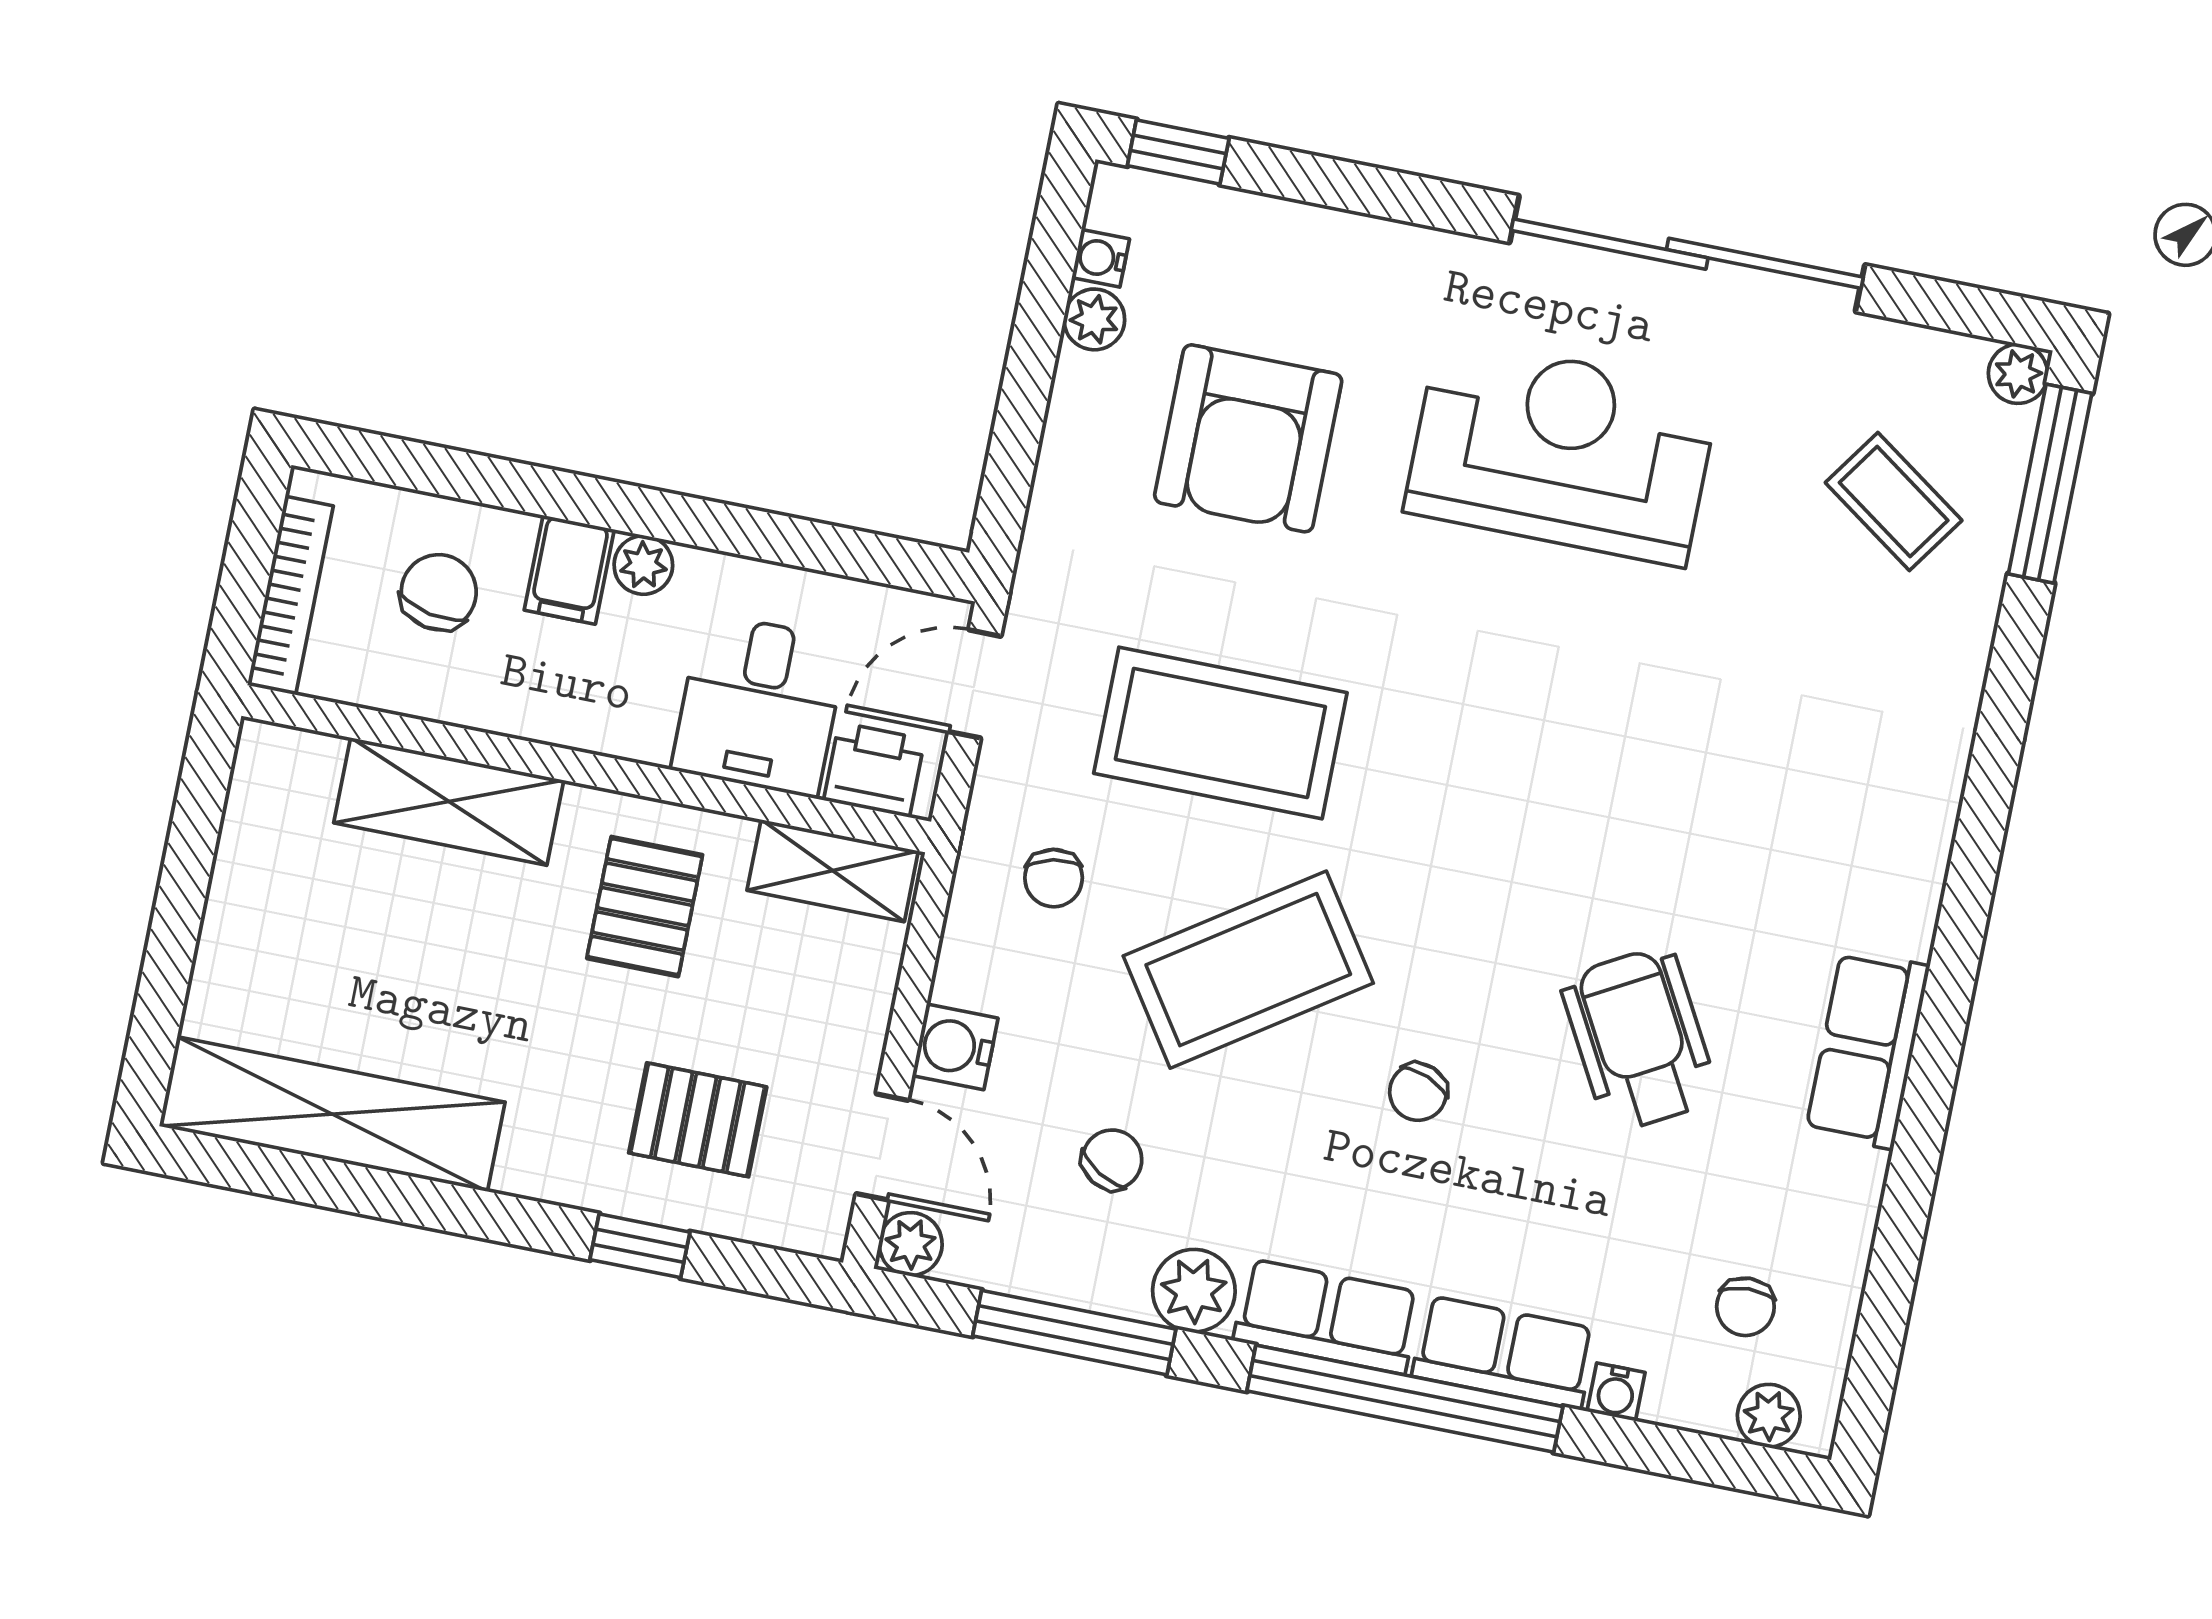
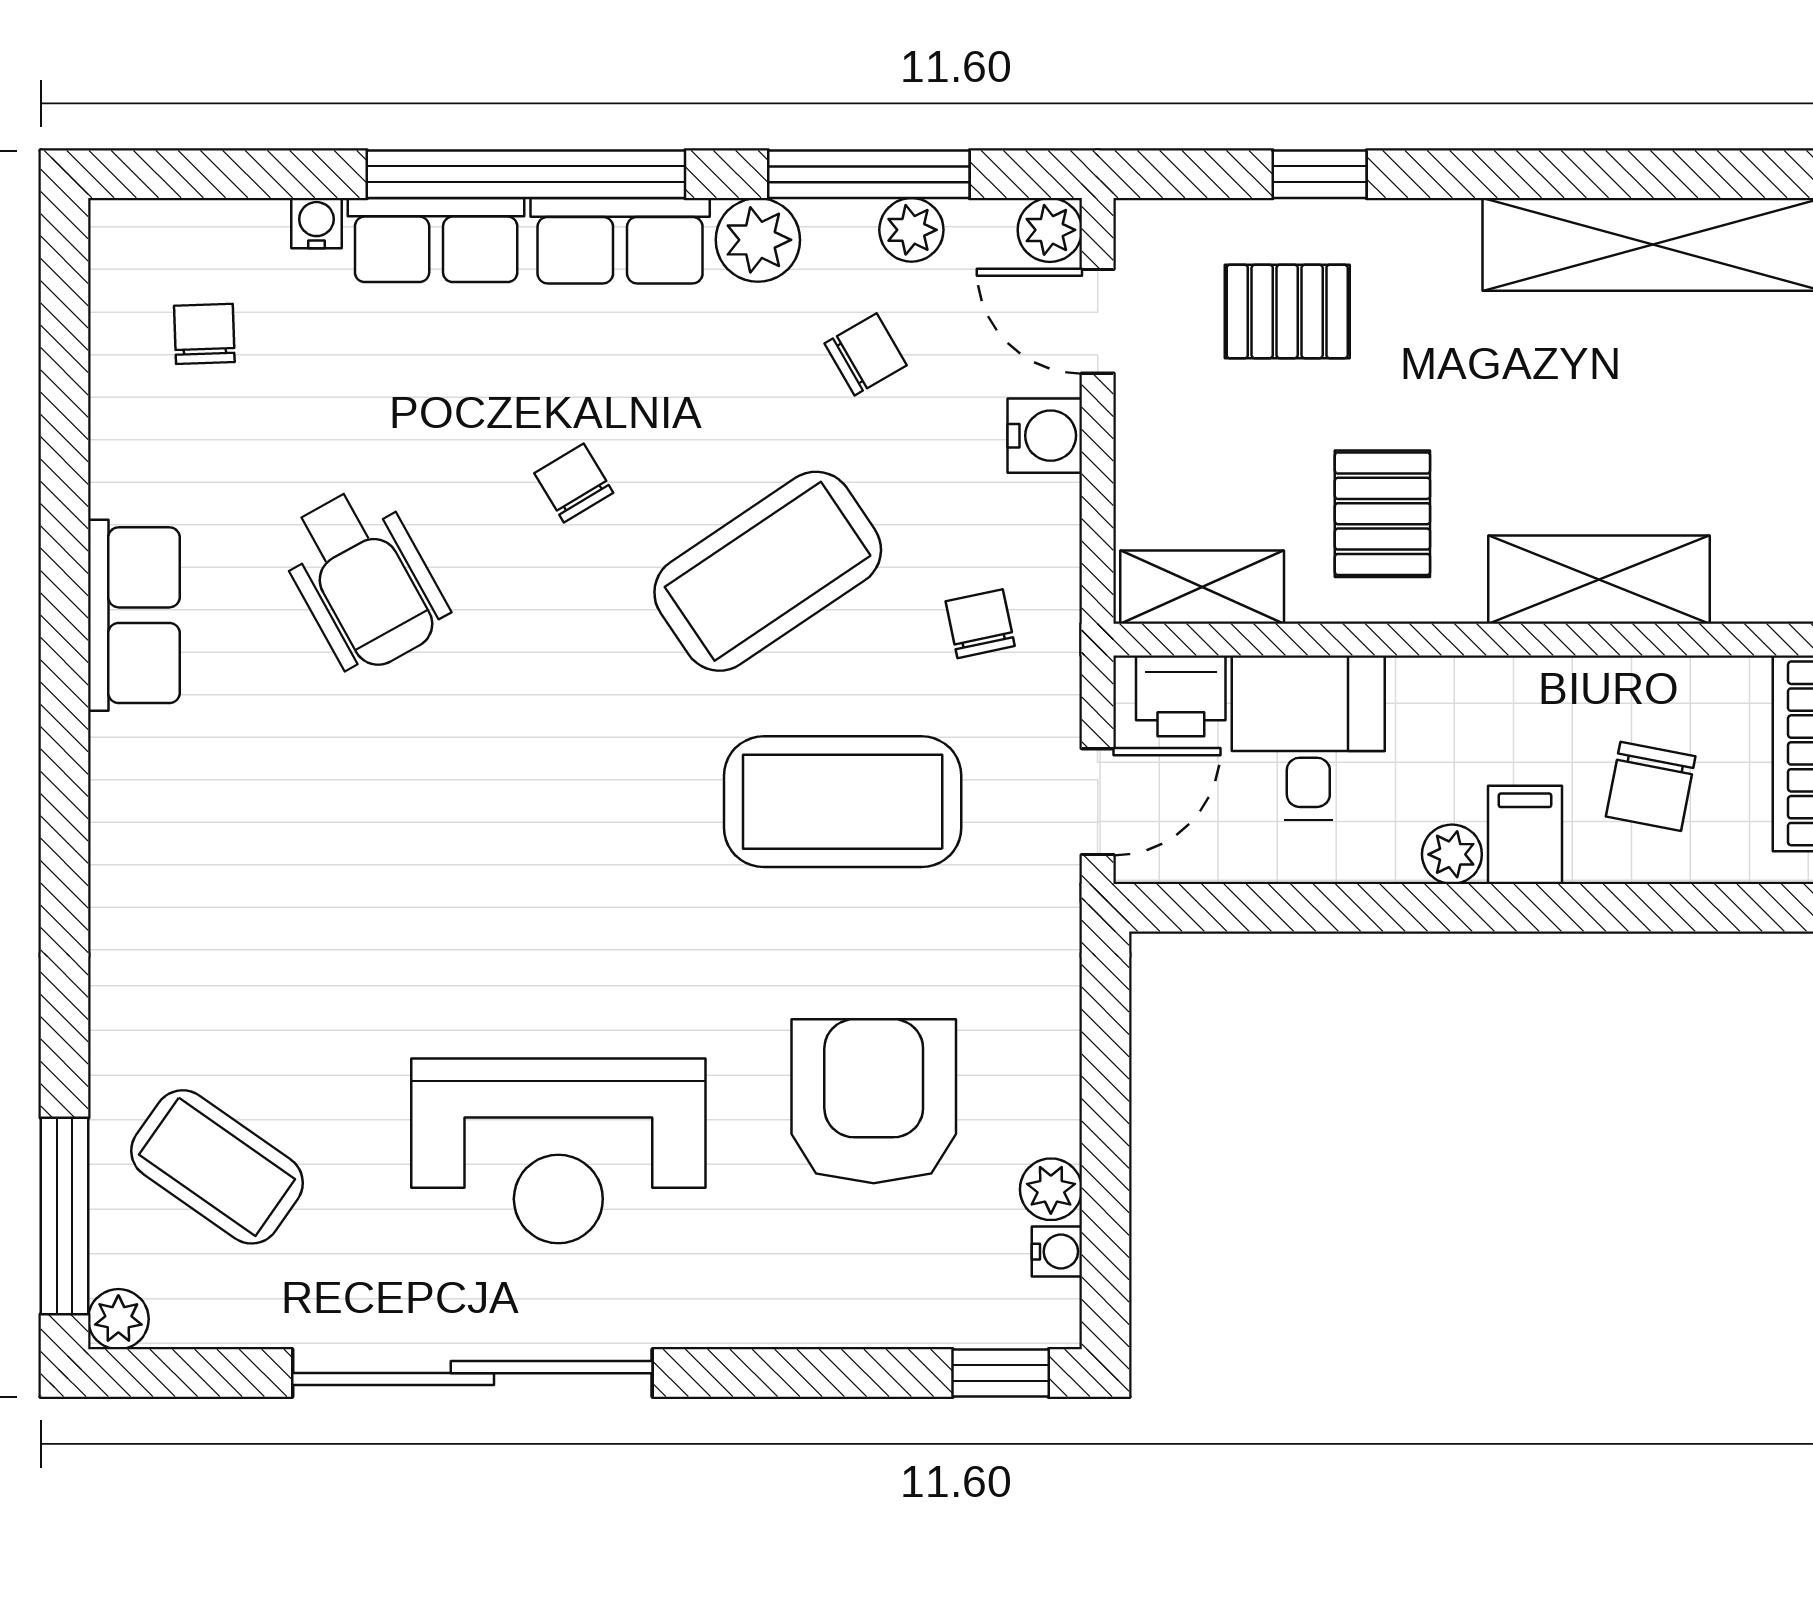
coffee table: (1894, 502) -> (217, 1167), width x1.36, depth x1.30
chair: (1418, 1092) -> (574, 483), turned -53
chair: (1112, 1160) -> (866, 354), turned -151
plant: (1769, 1416) -> (911, 230), moved

